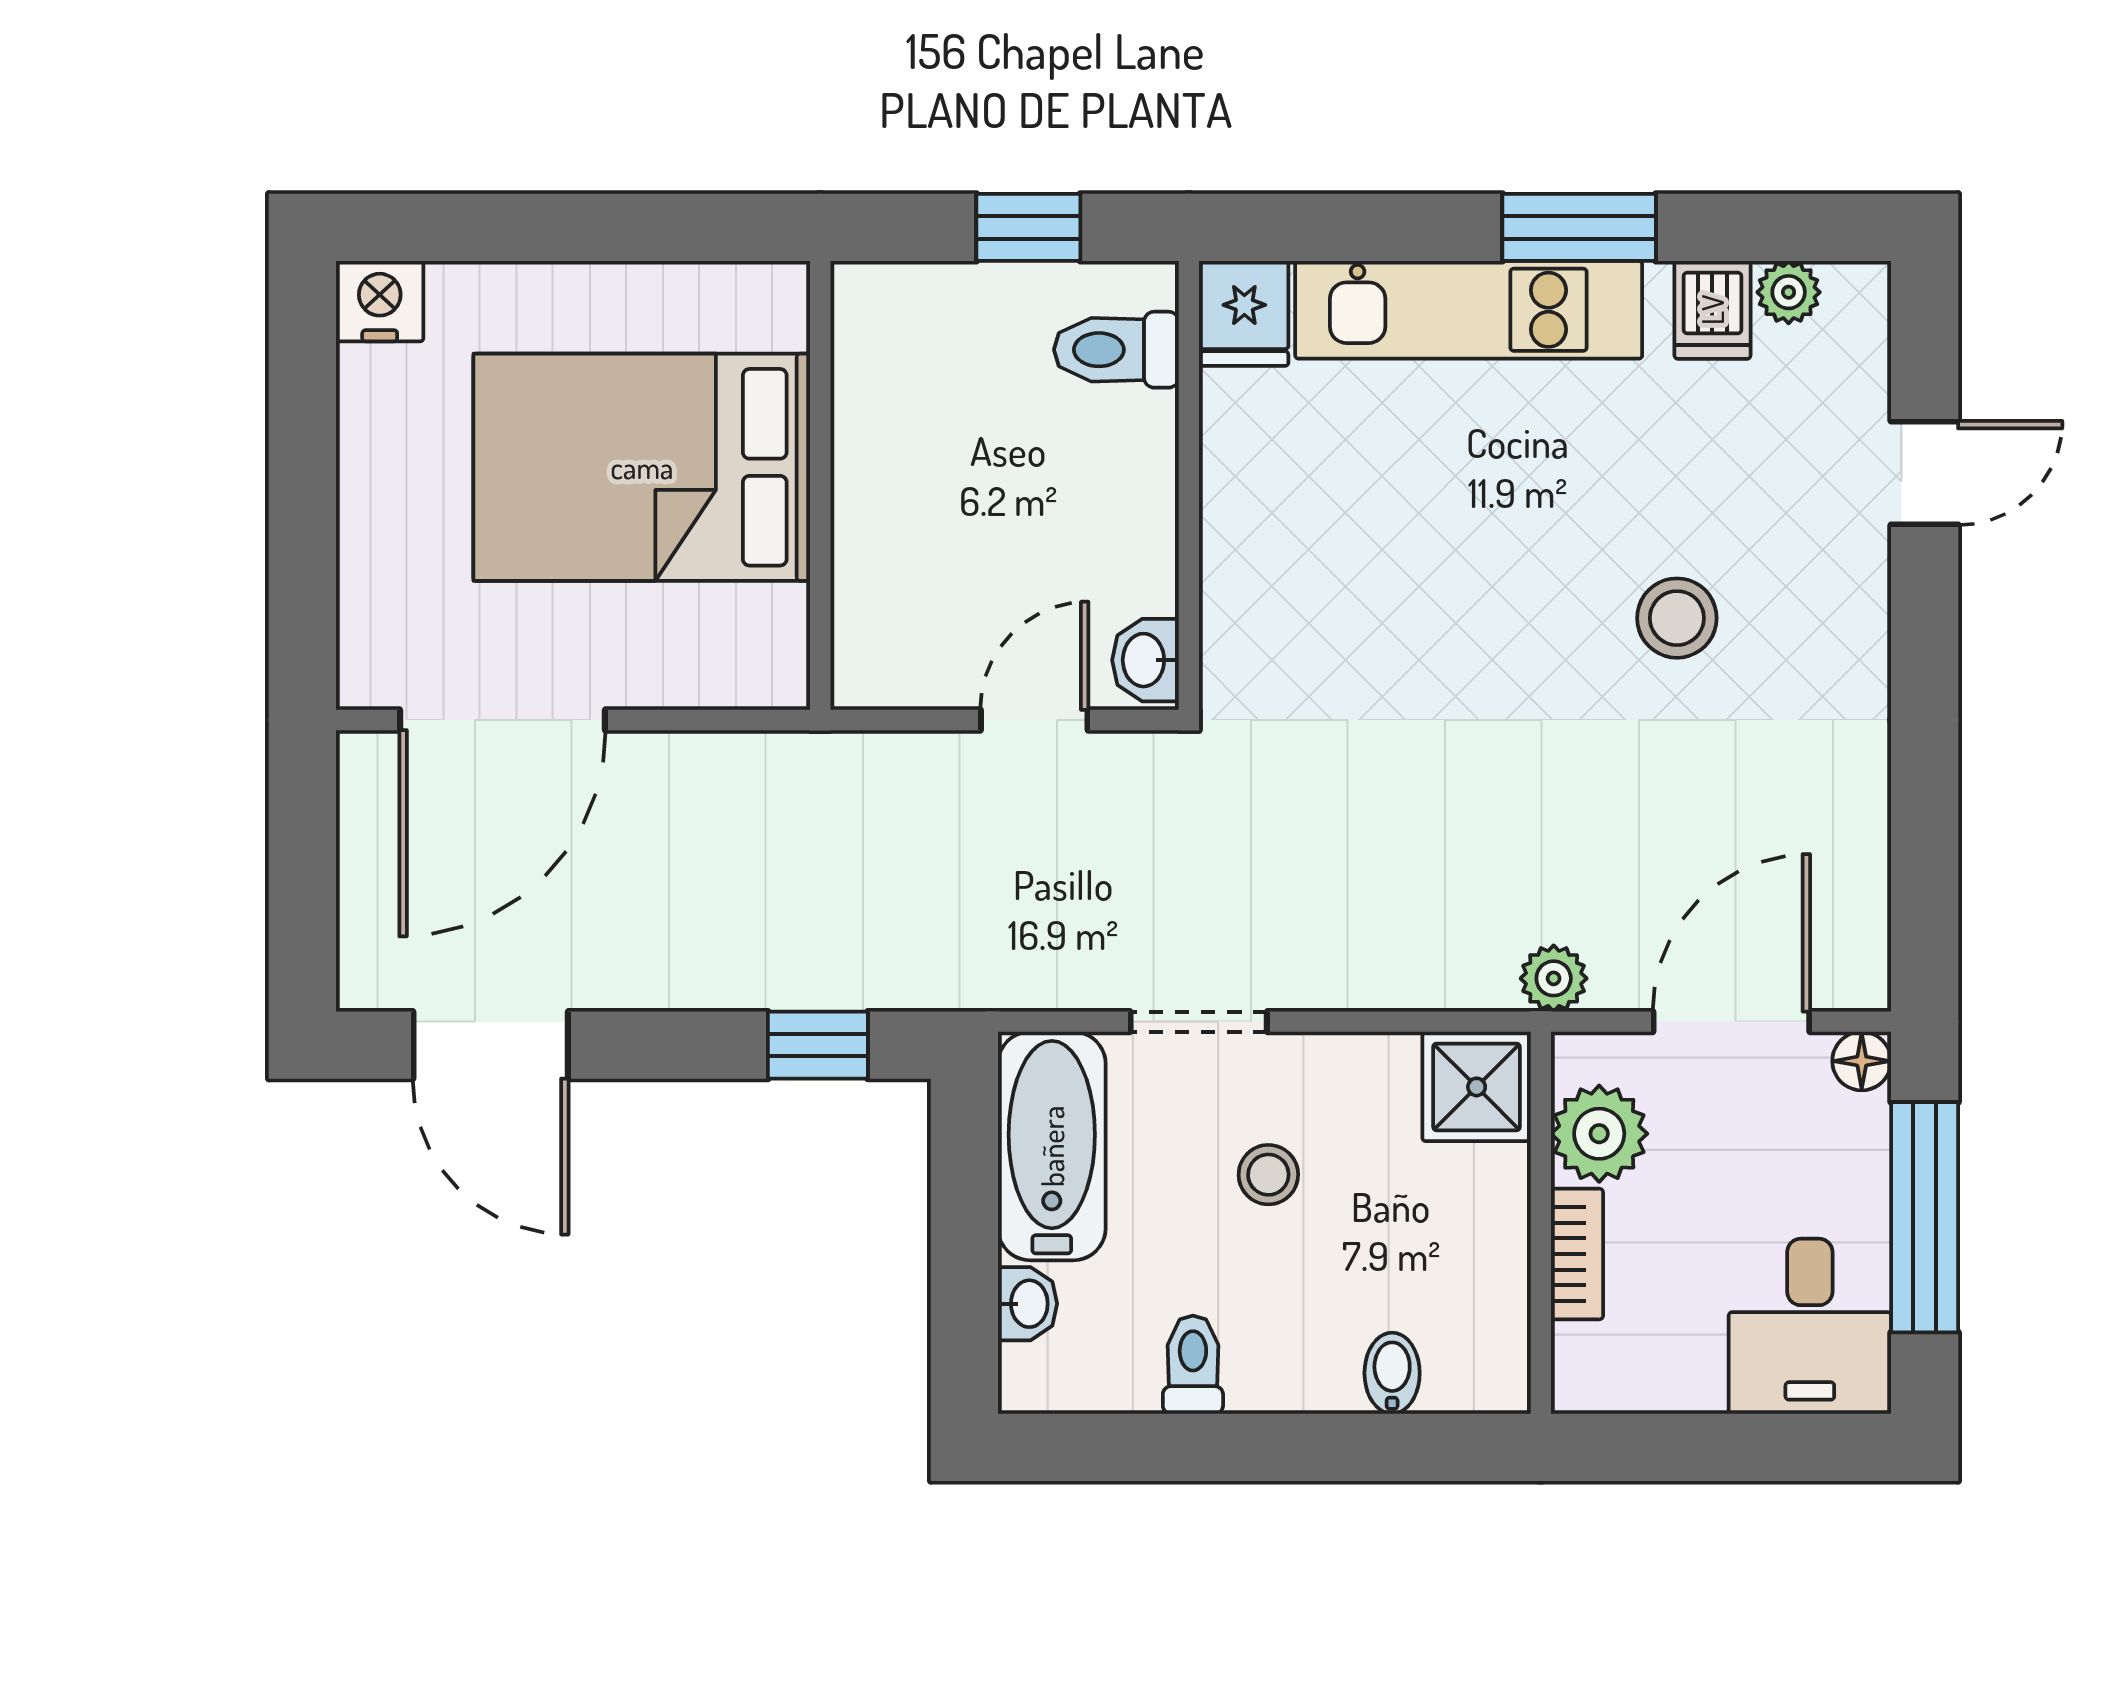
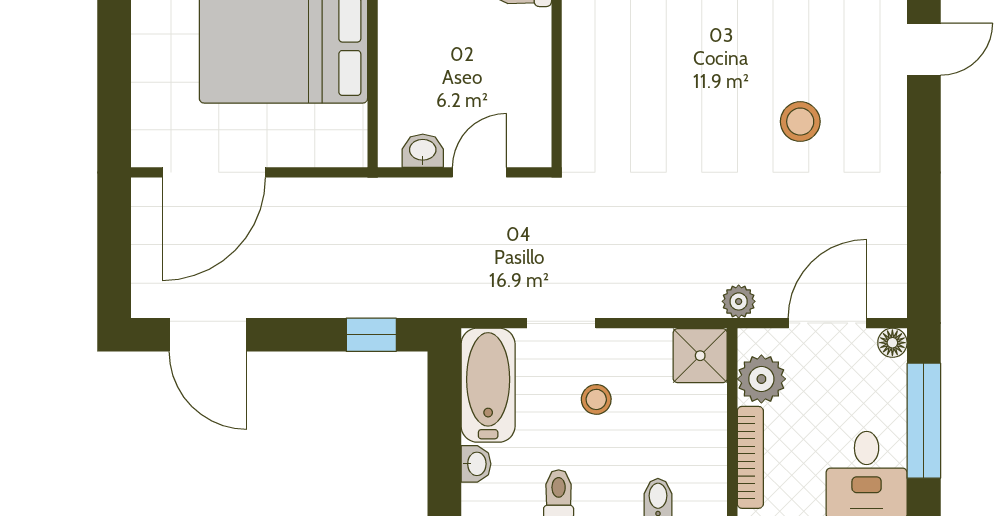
washbasin: (1145, 660) -> (423, 151), moved, turned 90
bookcase: (1577, 1254) -> (750, 457), width x1.56

